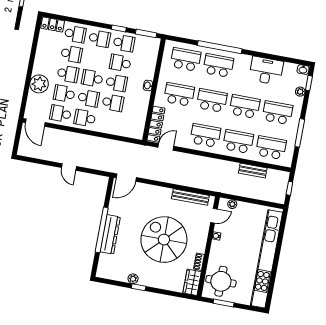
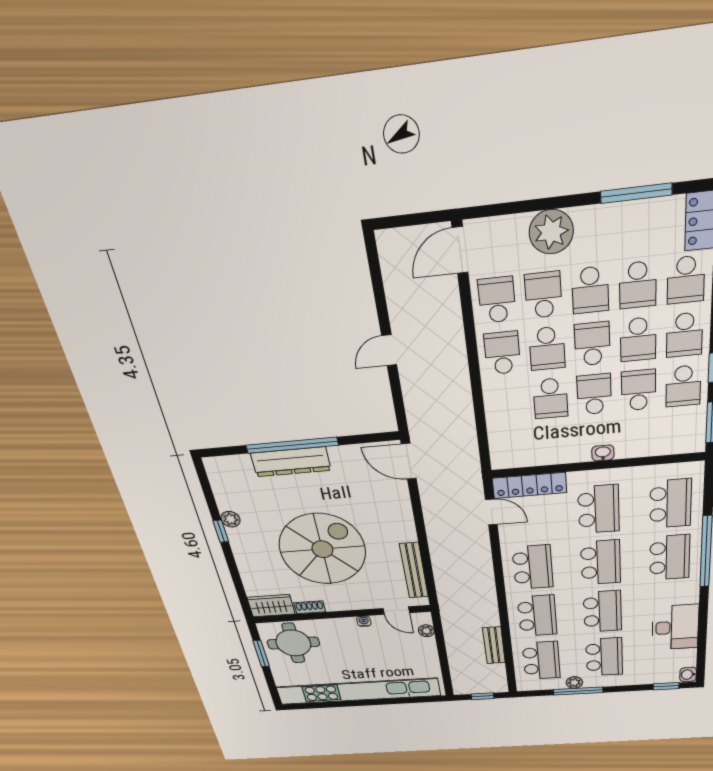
window: (34, 47) -> (636, 193), added
school desk: (96, 58) -> (638, 339), added
school desk: (117, 83) -> (594, 394), turned 180
plant: (300, 92) -> (574, 682), moved

